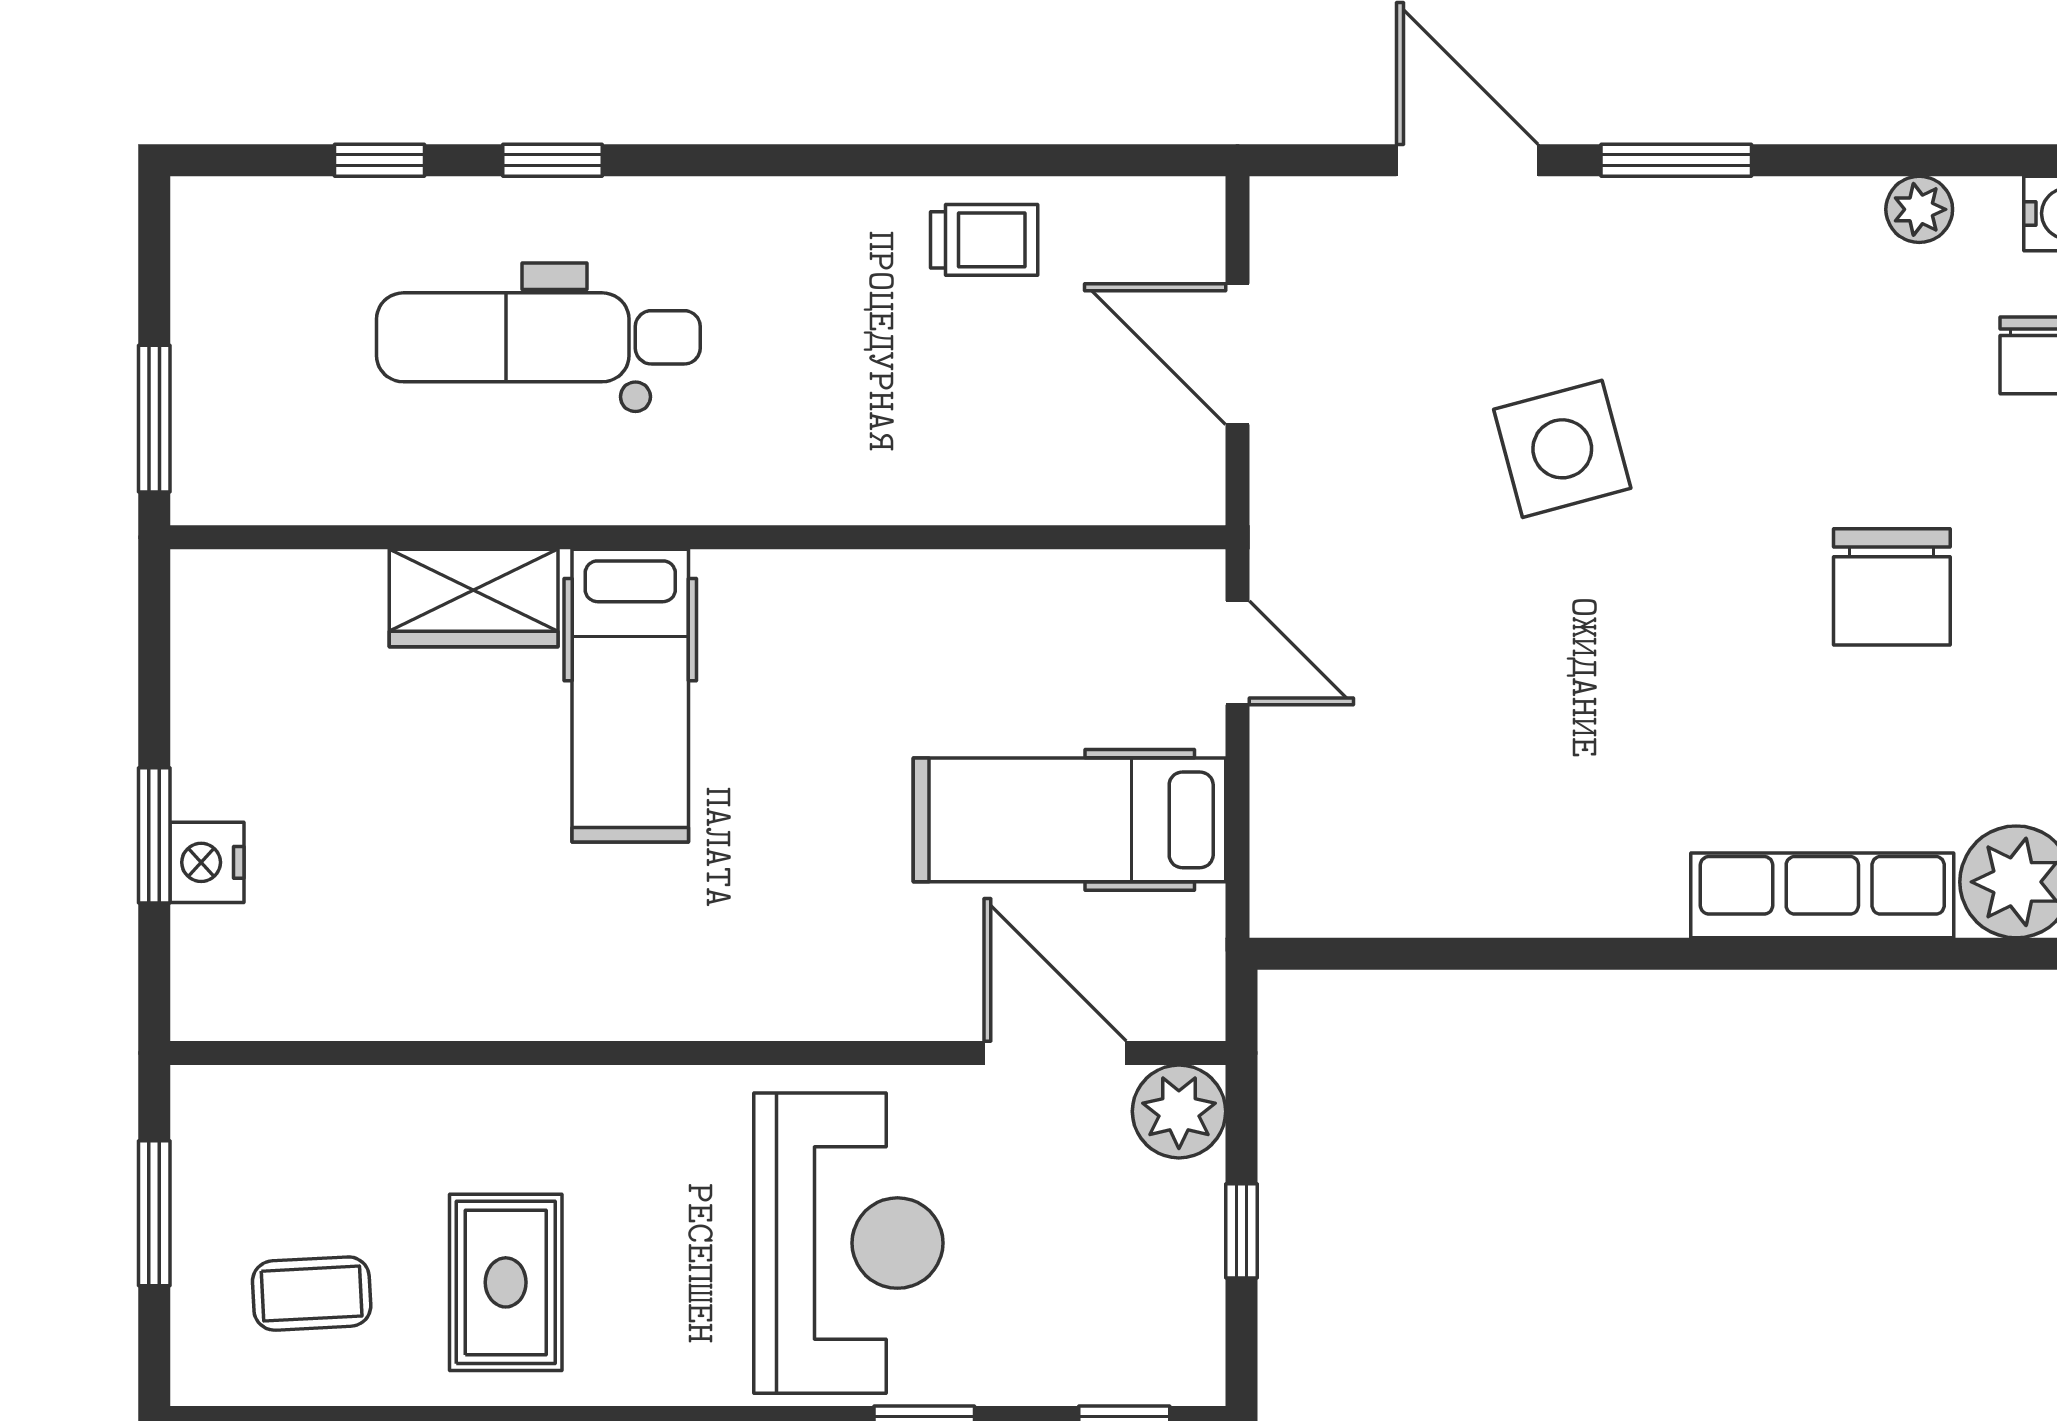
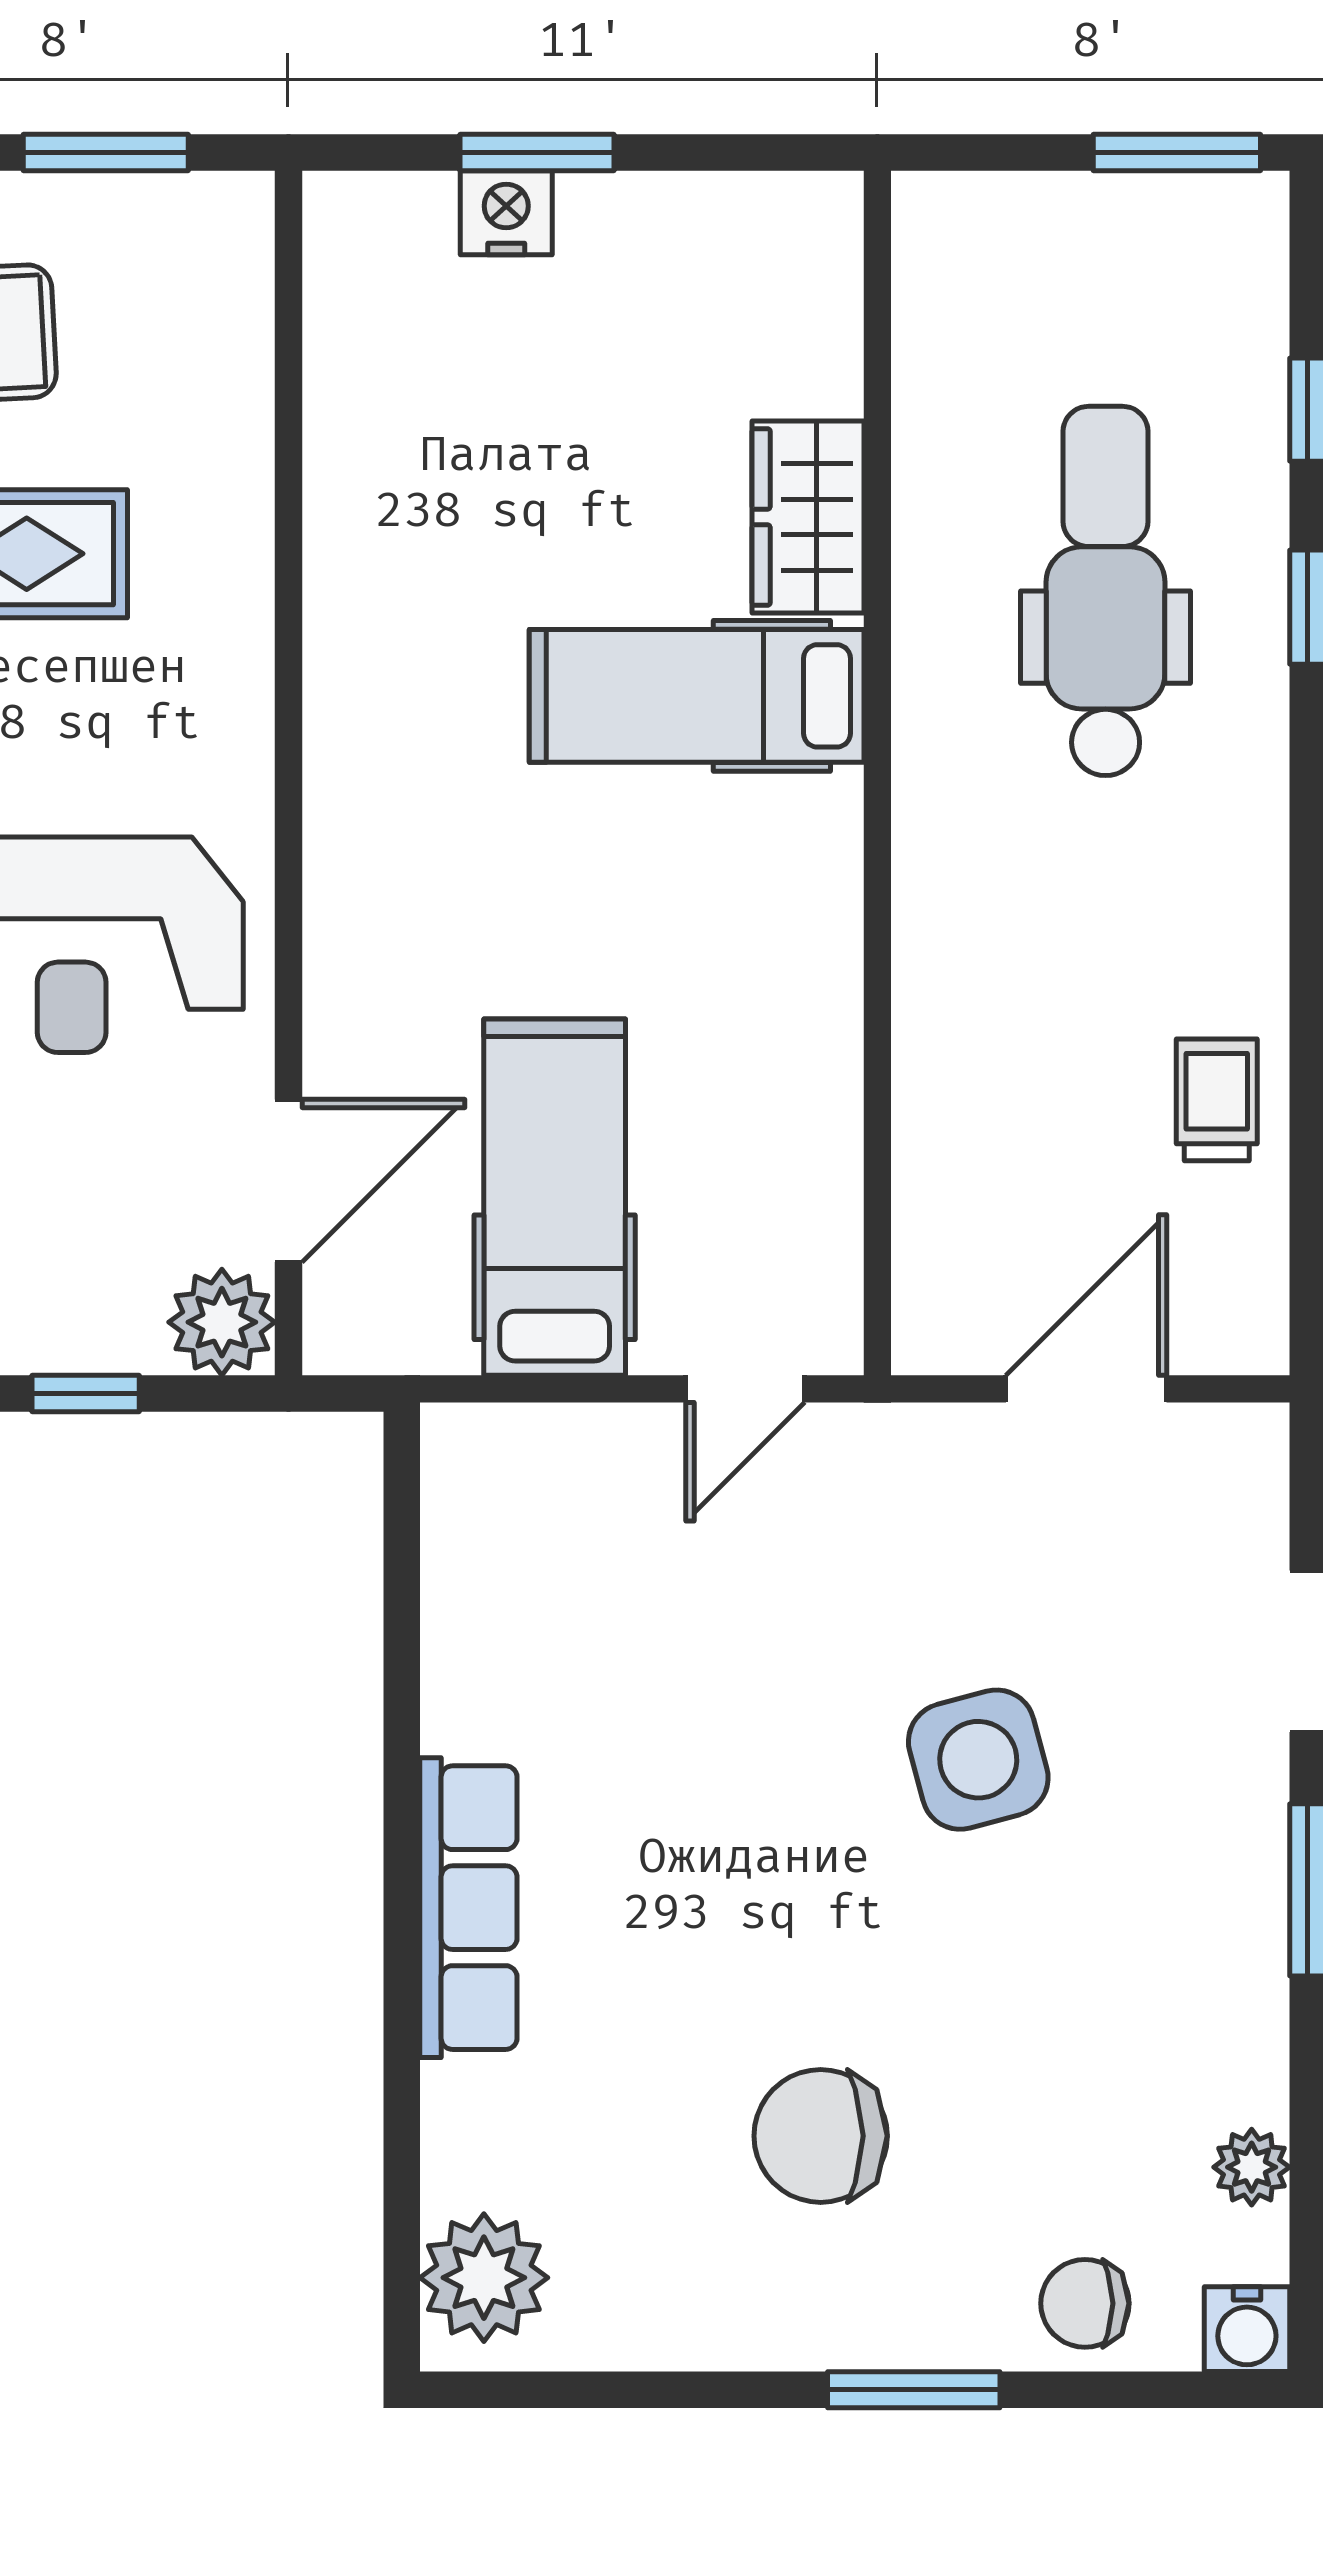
trolley: (984, 240) -> (1217, 1100), turned 180
window: (154, 419) -> (1177, 152), moved
row of seats: (1822, 895) -> (468, 1908), moved

